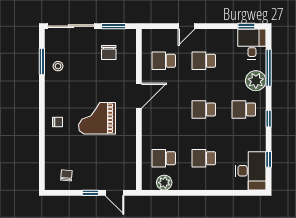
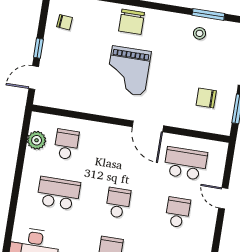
school desk: (164, 61) -> (185, 163), width x1.85
grand piano: (97, 118) -> (128, 71), turned 180
chair: (57, 122) -> (132, 22), width x1.87, depth x1.87
school desk: (204, 158) -> (59, 193), width x1.85

